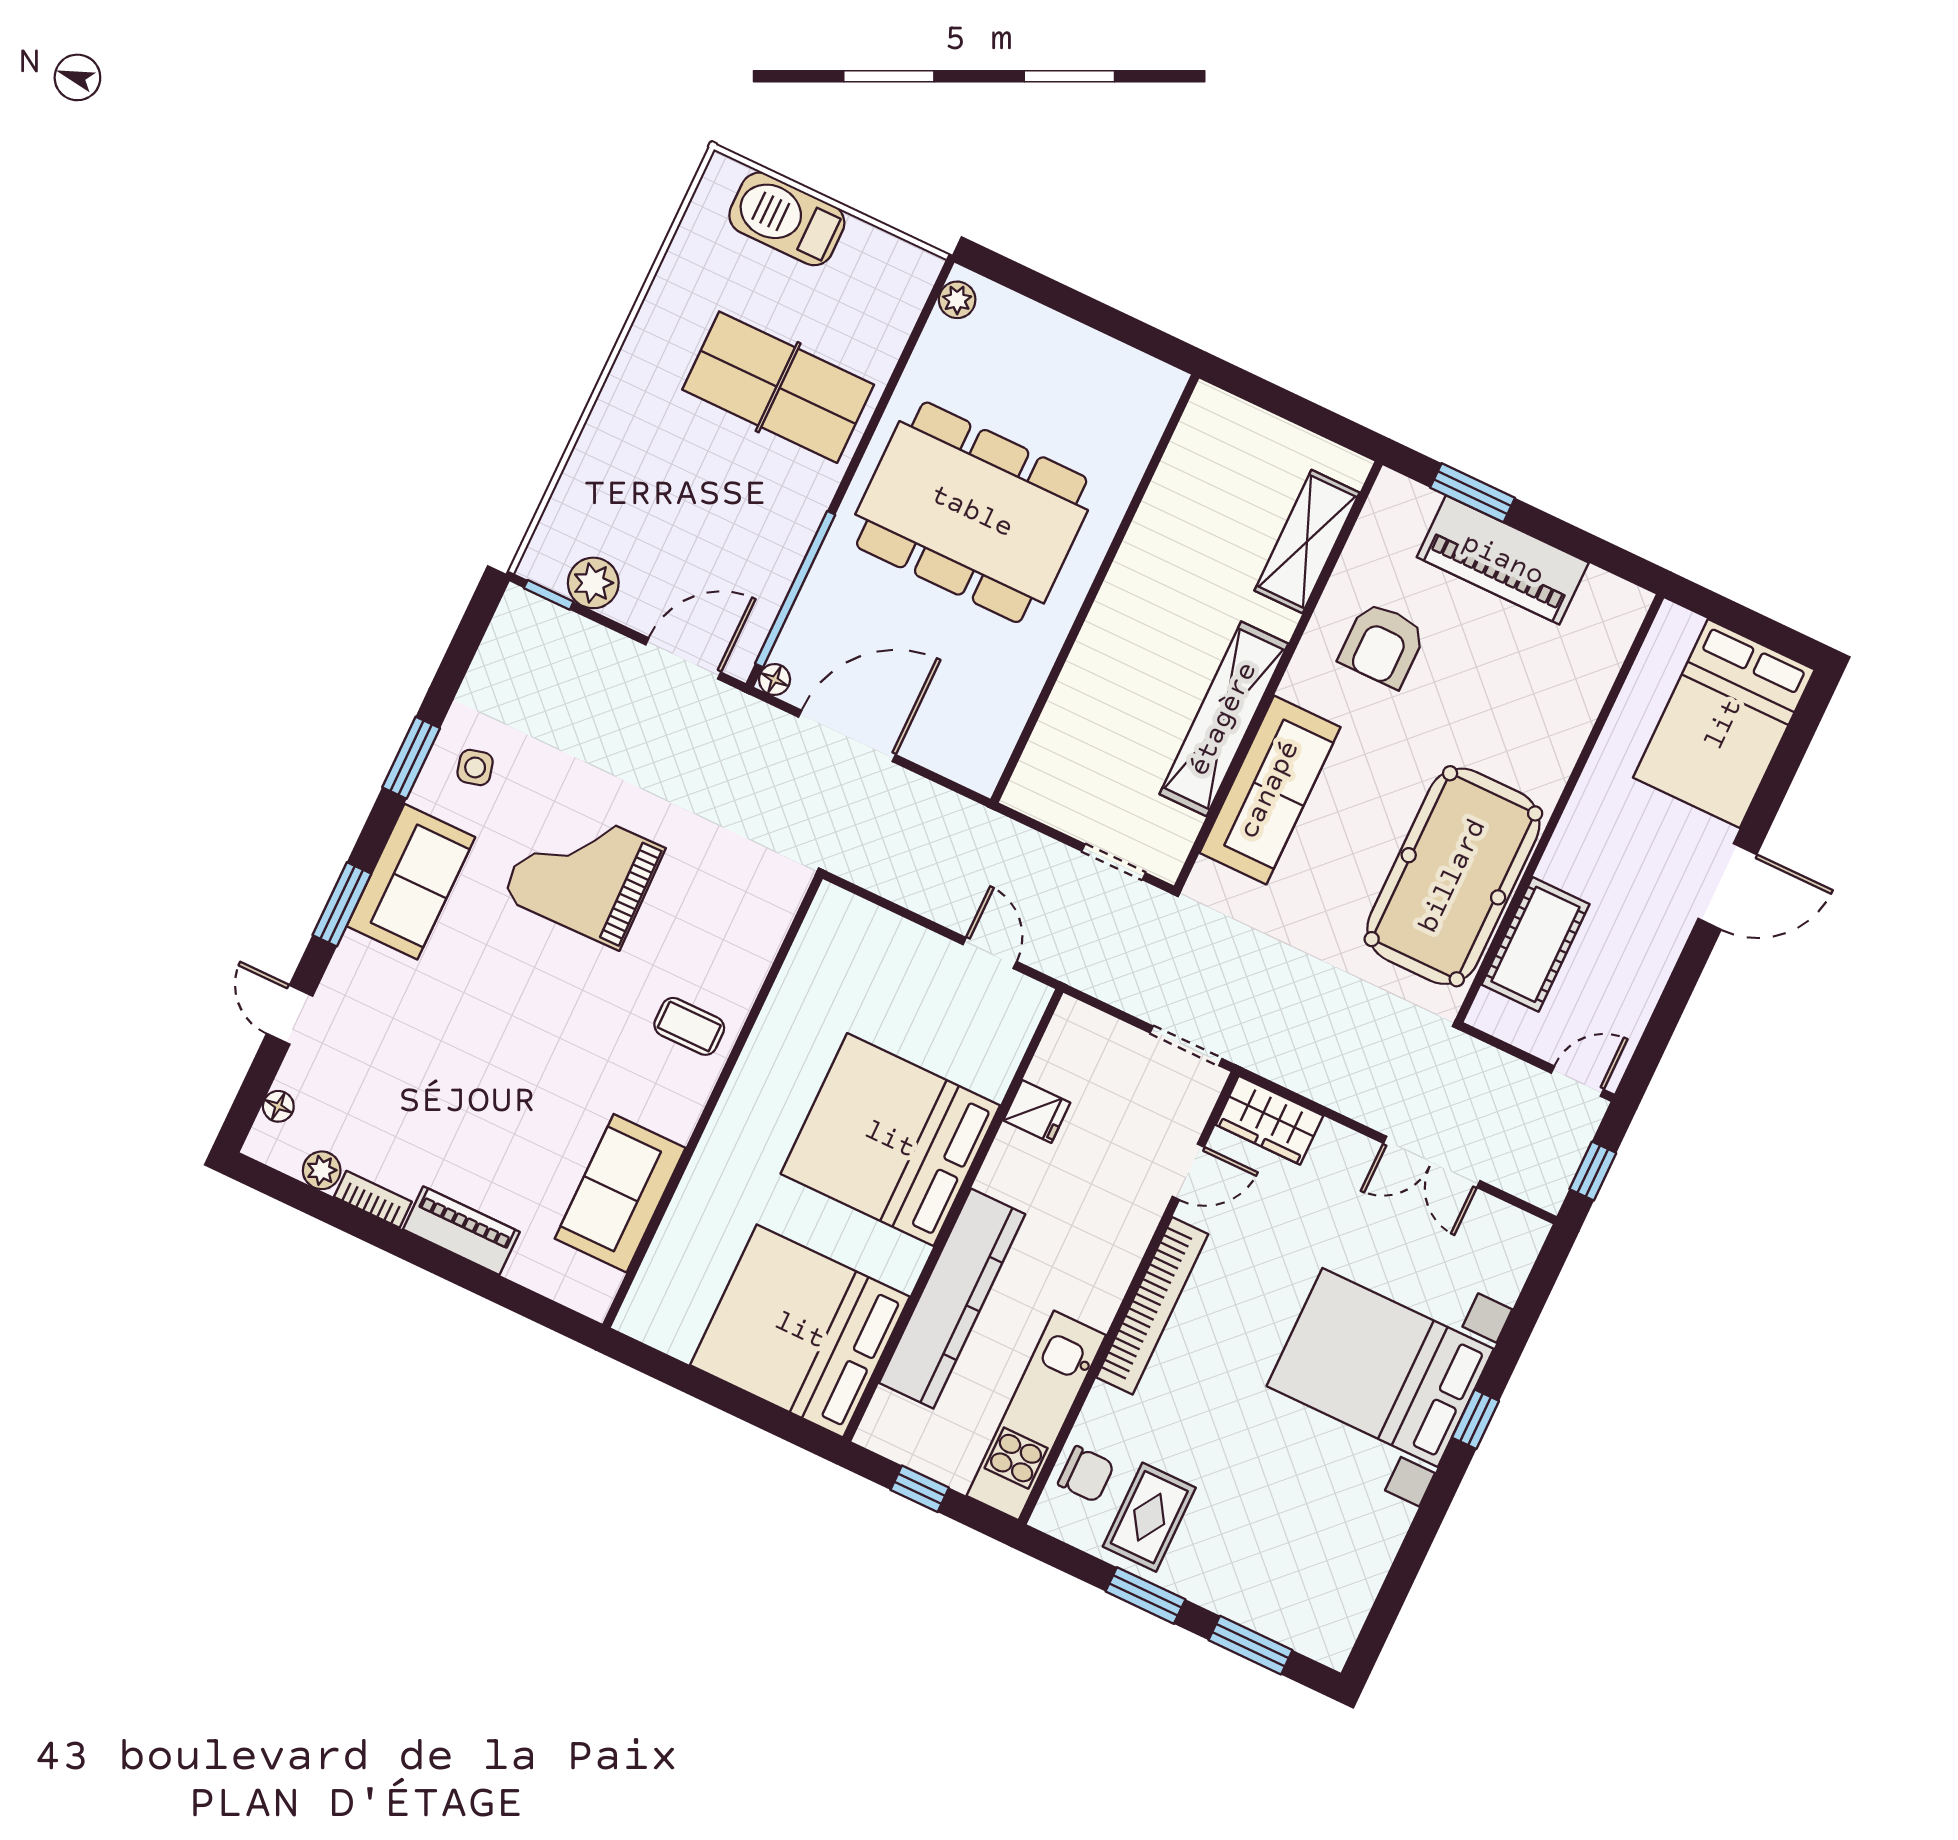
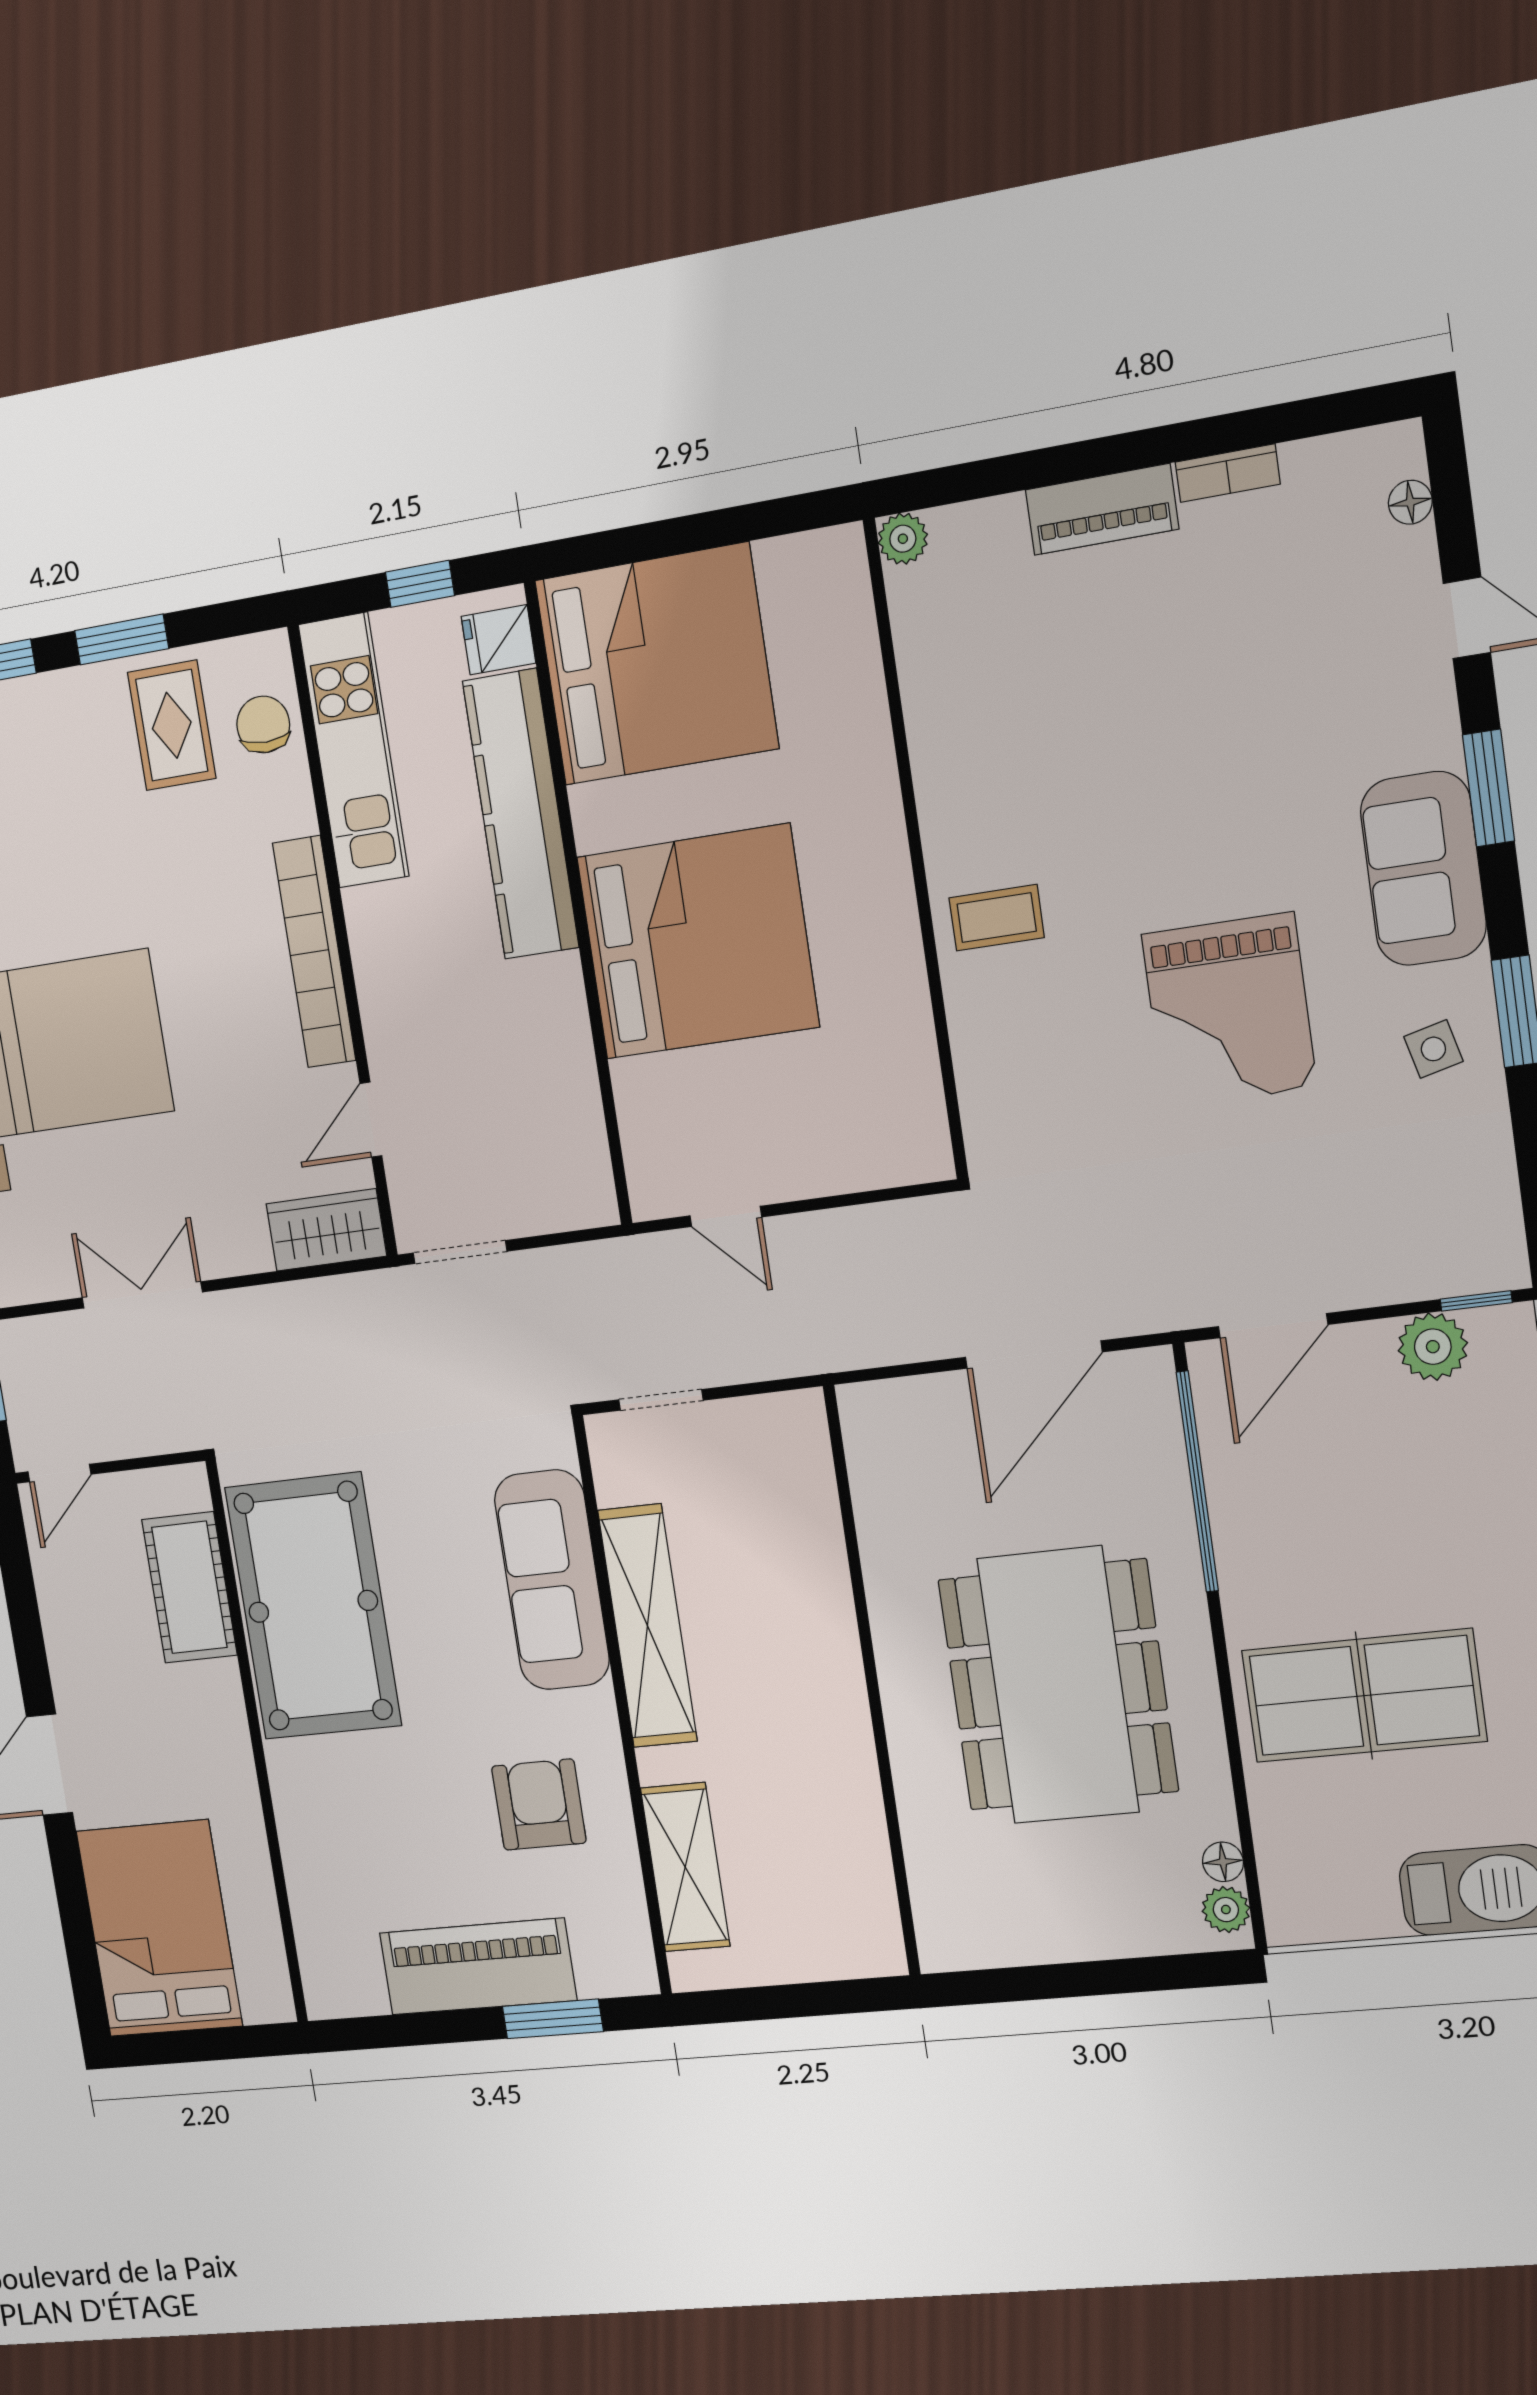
dining table: (972, 512) -> (1058, 1685), turned 90
floor lamp: (775, 680) -> (1223, 1862), moved
grand piano: (583, 873) -> (1229, 1011), turned 91
fridge: (1037, 1111) -> (498, 640), moved
plant: (322, 1170) -> (903, 539), moved
sofa: (620, 1193) -> (951, 678), removed
chair: (1086, 1474) -> (263, 724), turned 90

